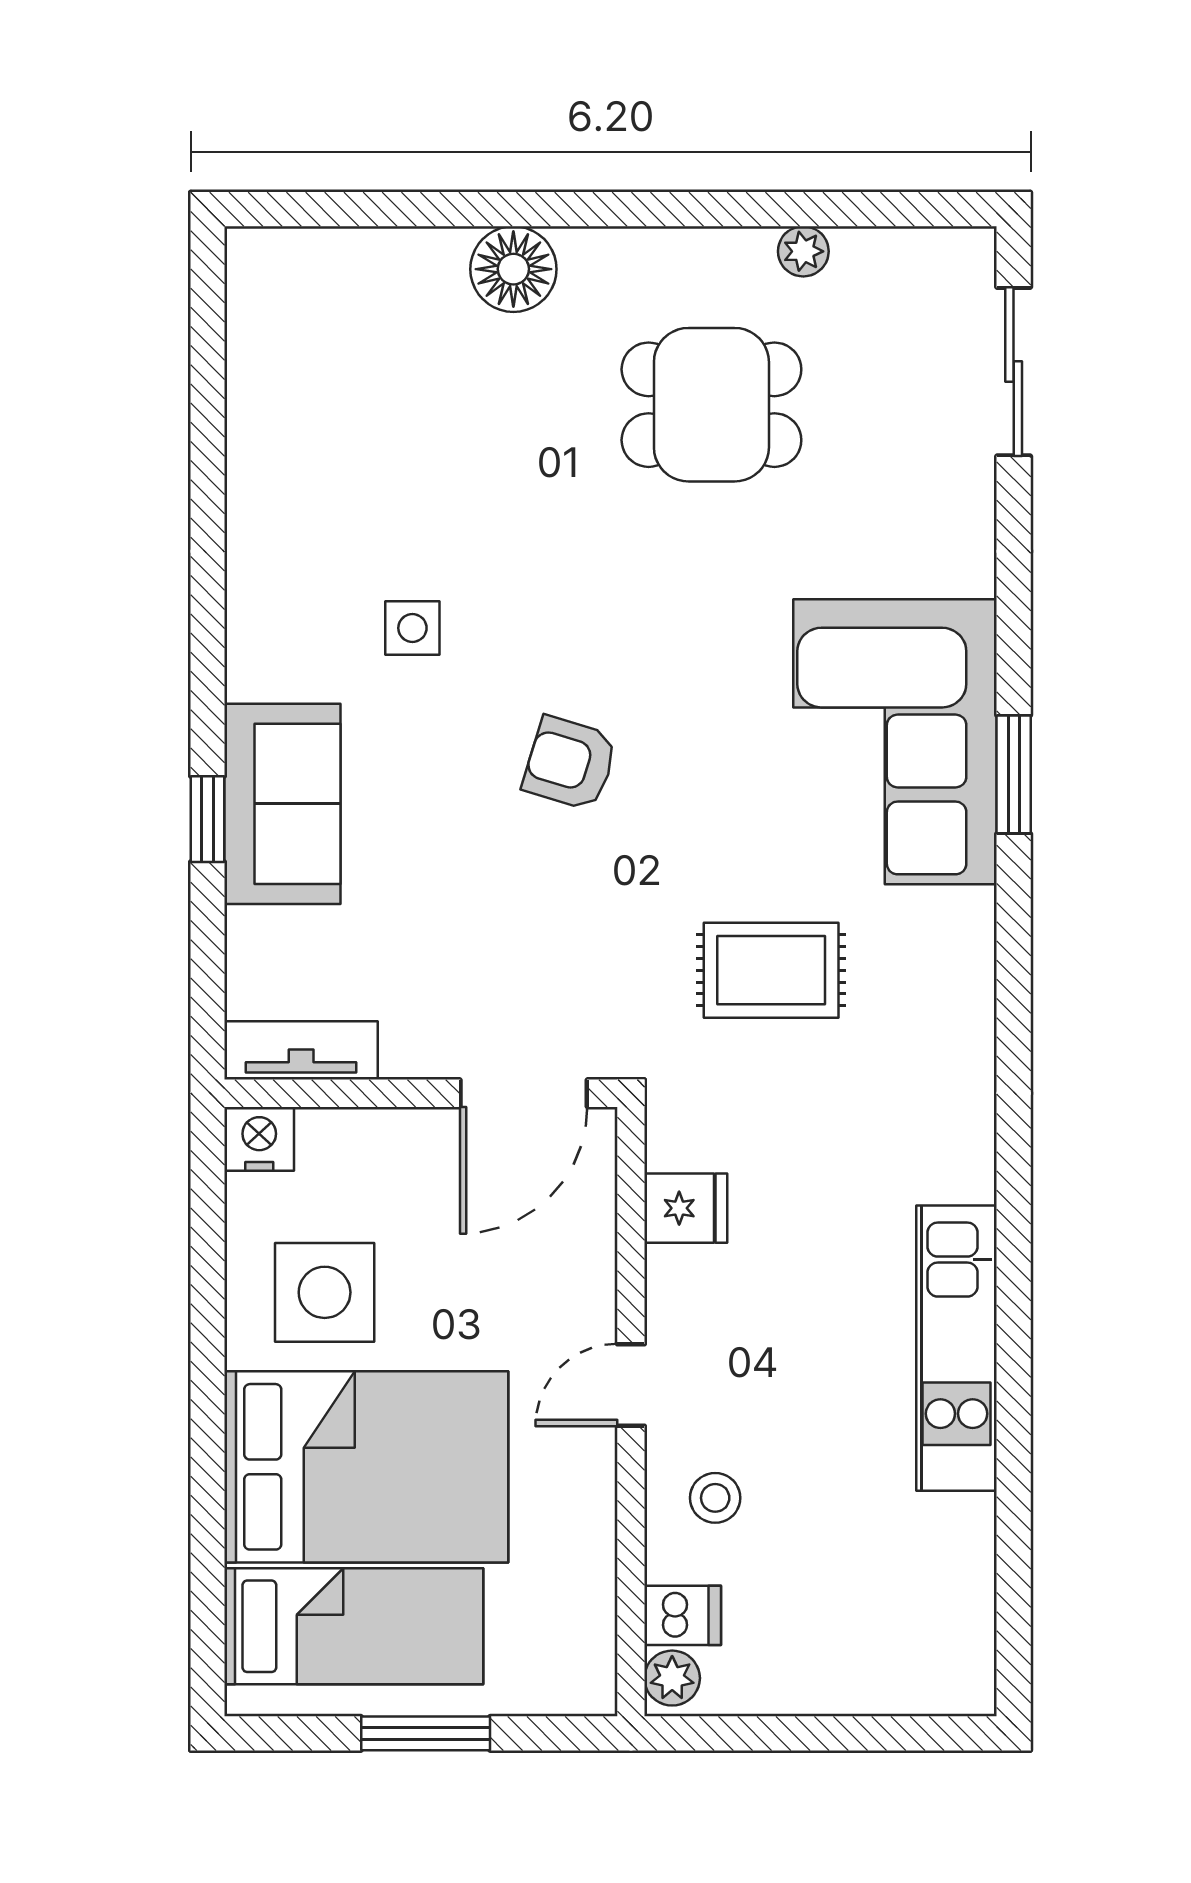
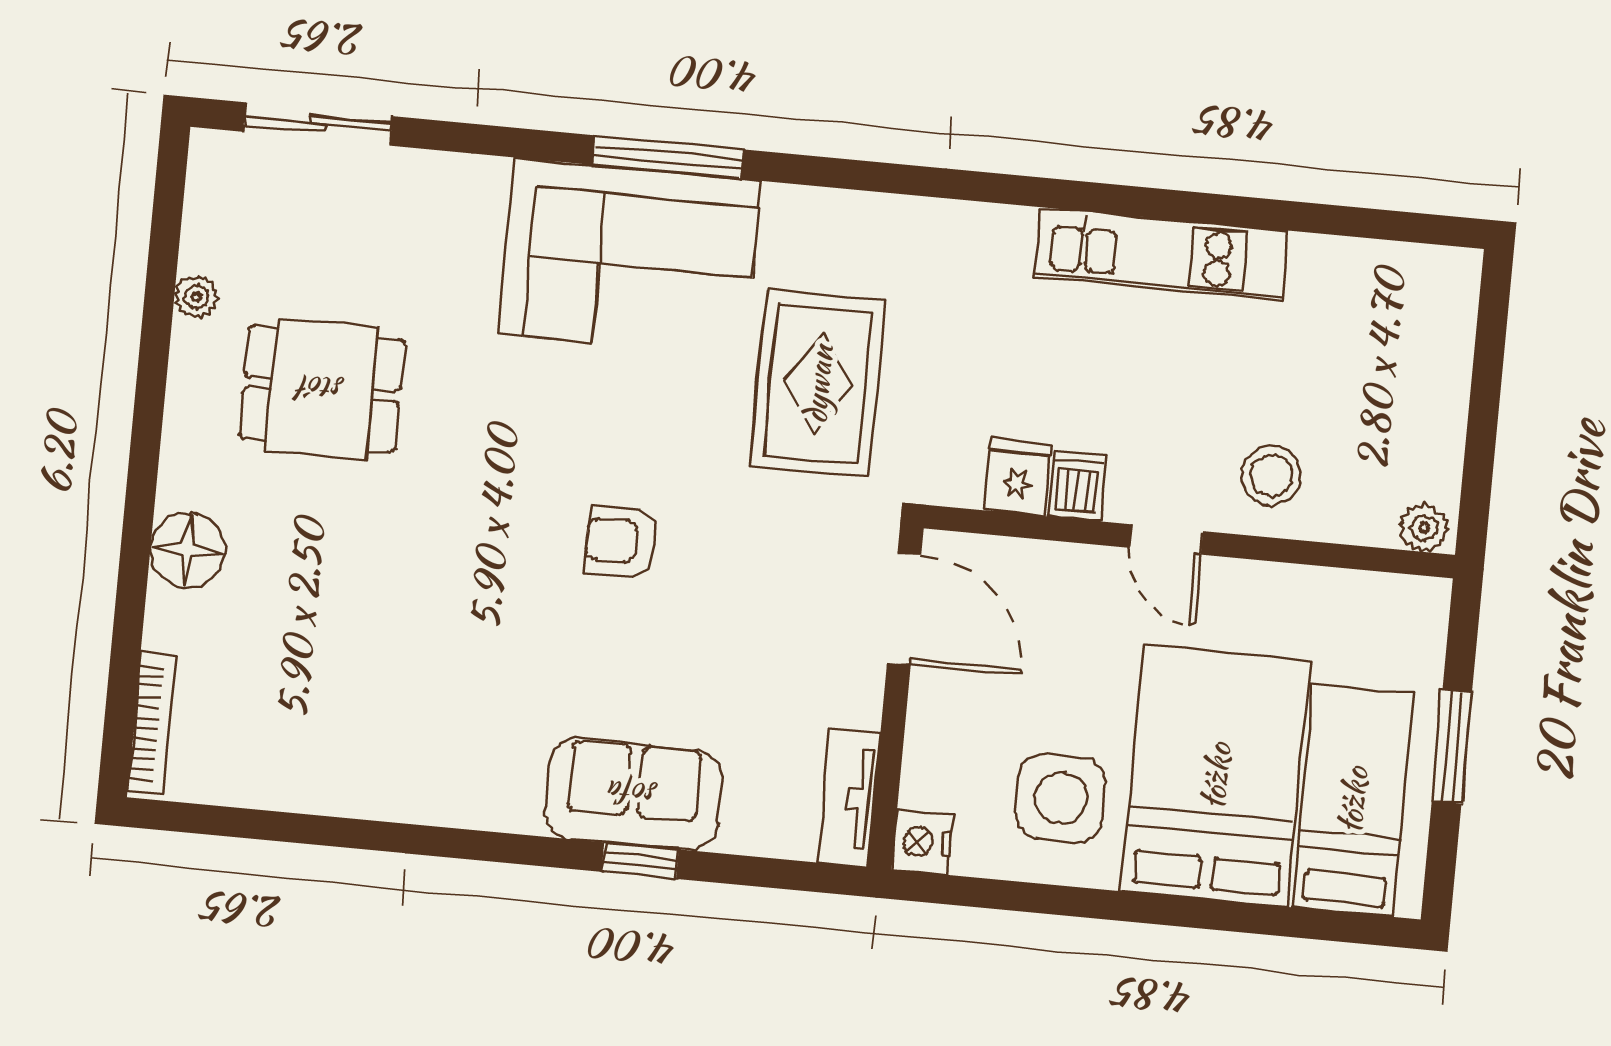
bookcase: (312, 247) -> (152, 723), added
dining table: (711, 405) -> (322, 389), turned 90
side table: (412, 628) -> (491, 667), removed
armchair: (570, 763) -> (621, 541), turned 73
window: (1014, 774) -> (668, 157), width x1.44
rug: (771, 970) -> (818, 384), width x1.36, depth x1.43
stool: (715, 1498) -> (1271, 476), width x1.37, depth x1.37
dishwasher: (683, 1615) -> (1078, 486), moved

